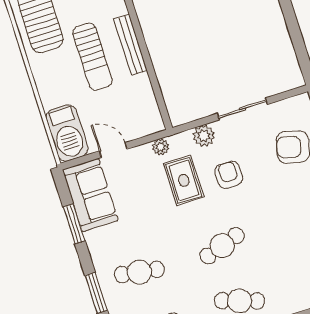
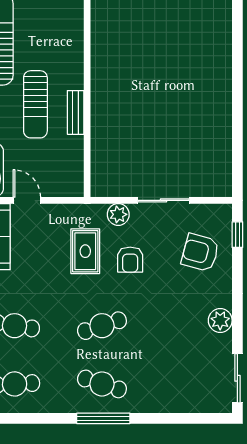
bench: (130, 45) -> (76, 112), width x0.73
plant: (161, 147) -> (73, 212), removed
armchair: (229, 175) -> (130, 260), turned 180

